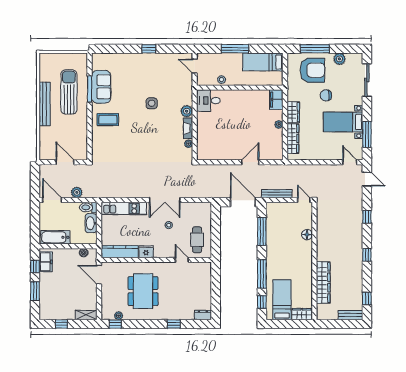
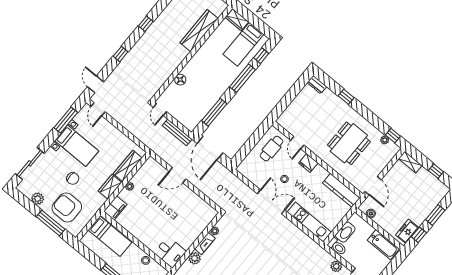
bed: (263, 62) -> (110, 236), moved
fridge: (146, 252) -> (308, 163), moved

